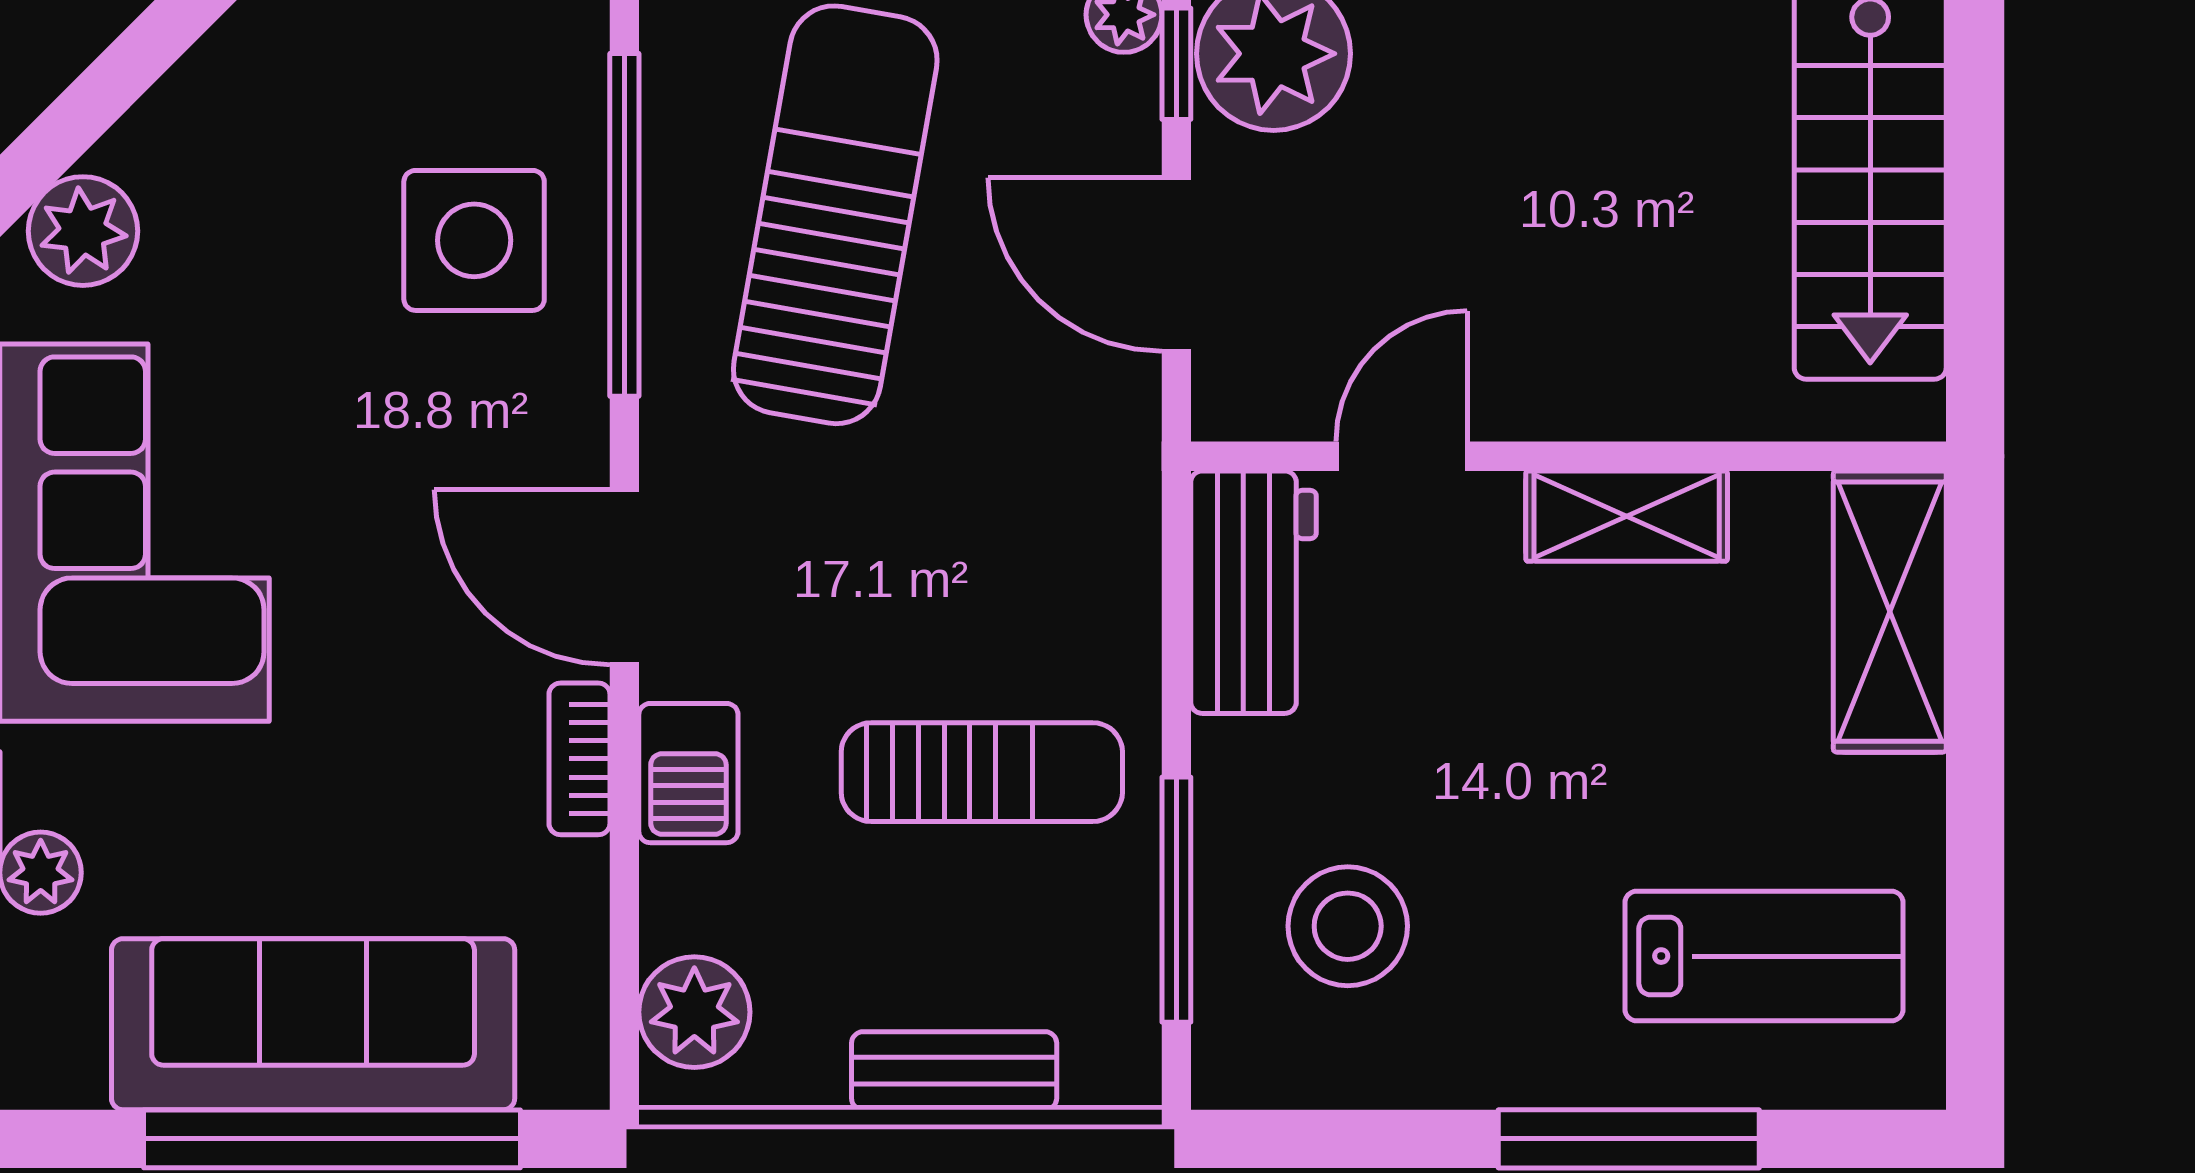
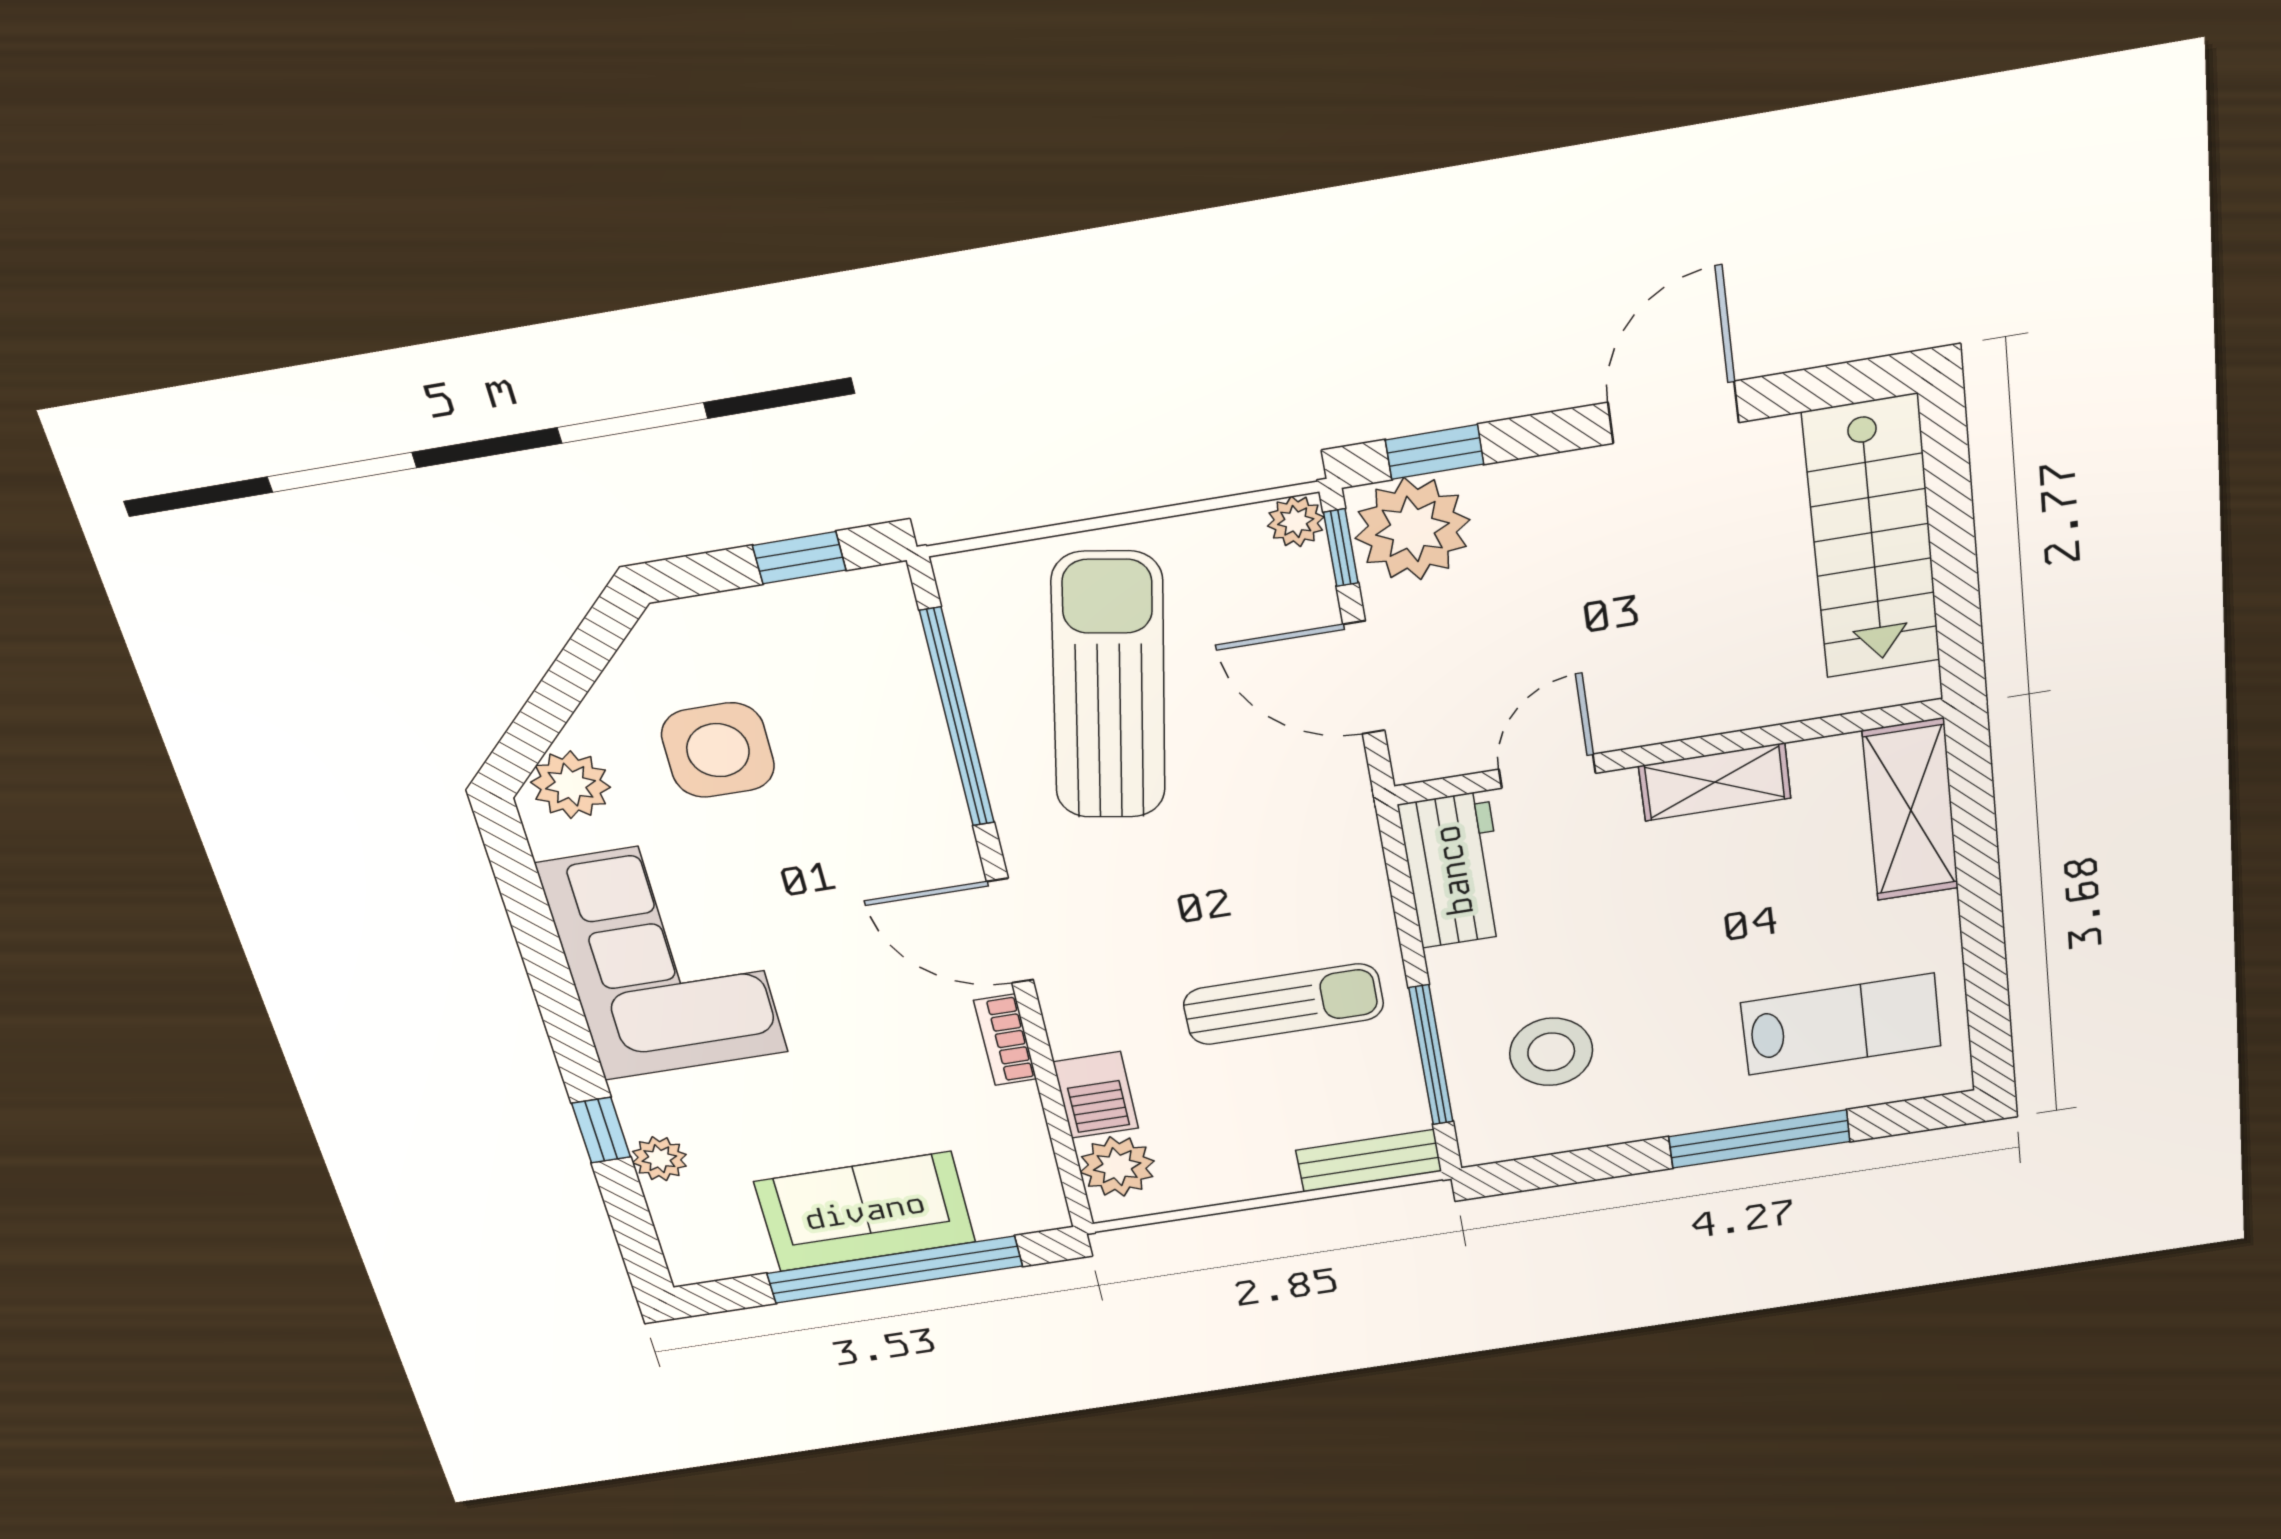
side table: (474, 240) -> (718, 750), moved
barbecue: (688, 773) -> (1096, 1095), moved
sofa: (313, 1024) -> (865, 1212), width x0.73
bench: (954, 1071) -> (1369, 1161), moved

